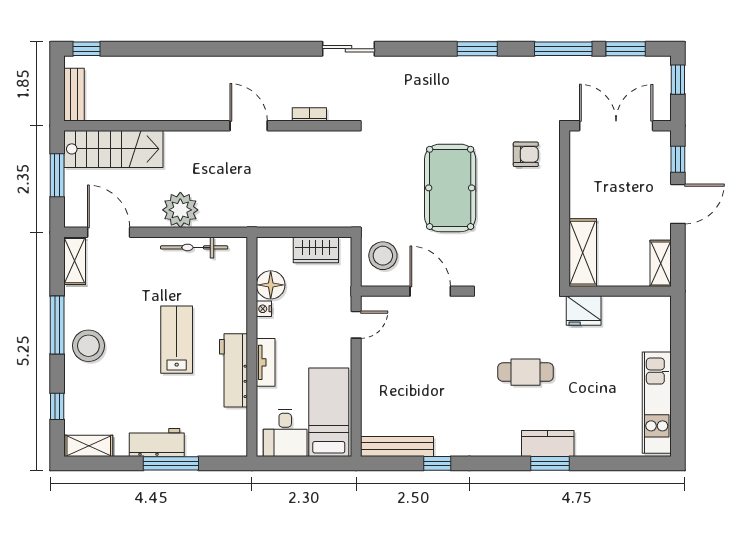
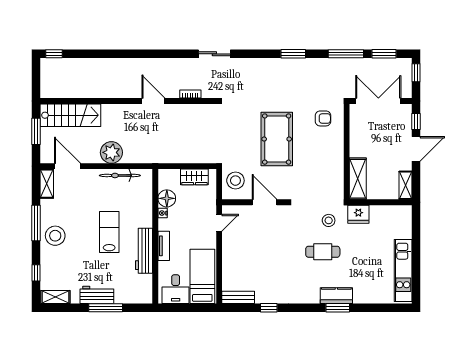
bench: (74, 95) -> (46, 82), removed
stool: (535, 321) -> (329, 220), added
bench: (397, 446) -> (238, 297), width x0.73

